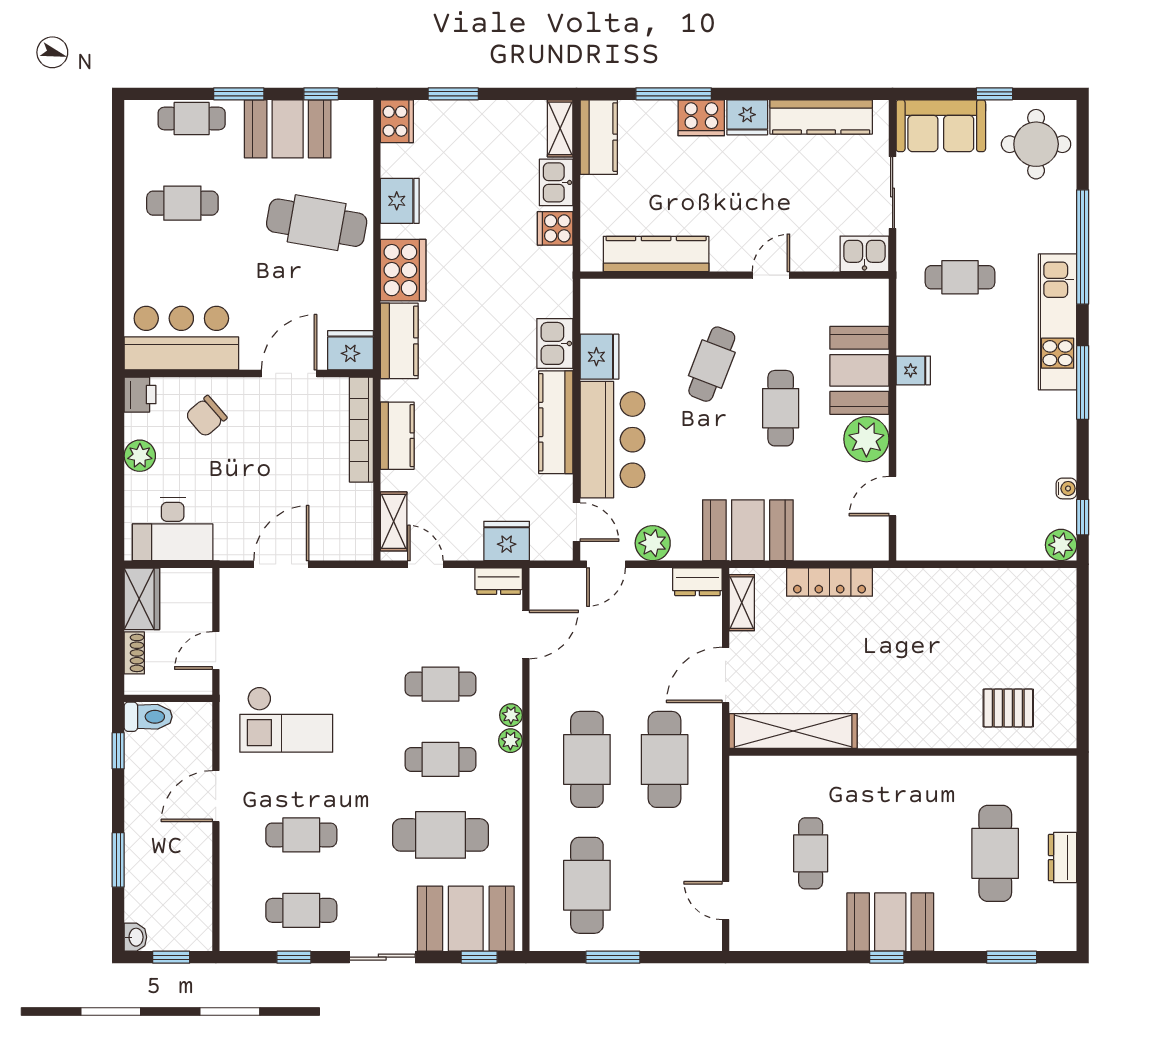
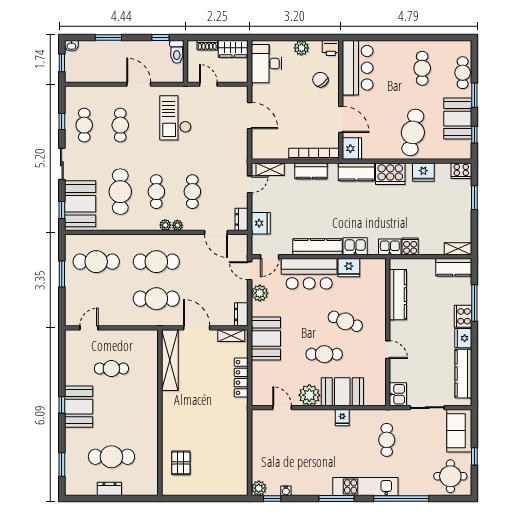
kitchen sink: (556, 182) -> (390, 247), moved

